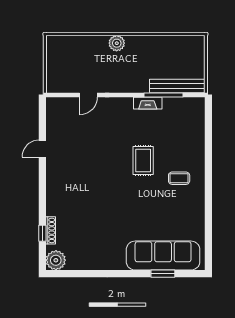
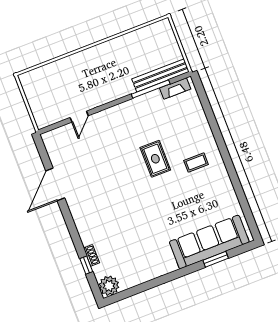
plant: (117, 43) -> (87, 57), removed
fireplace: (148, 103) -> (175, 89), moved
door: (42, 149) -> (55, 184), width x1.88
shoe rack: (51, 230) -> (92, 255), width x0.70

